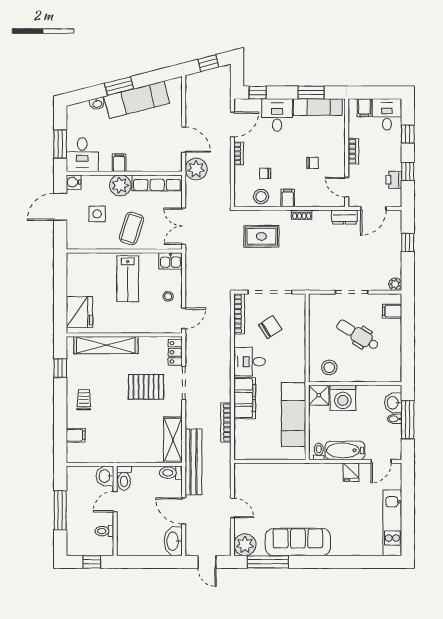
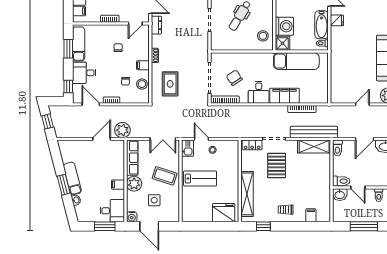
exam couch: (137, 100) -> (72, 178), width x0.73, depth x0.69
door: (184, 318) -> (201, 139), moved
bench: (193, 462) -> (314, 132), moved

